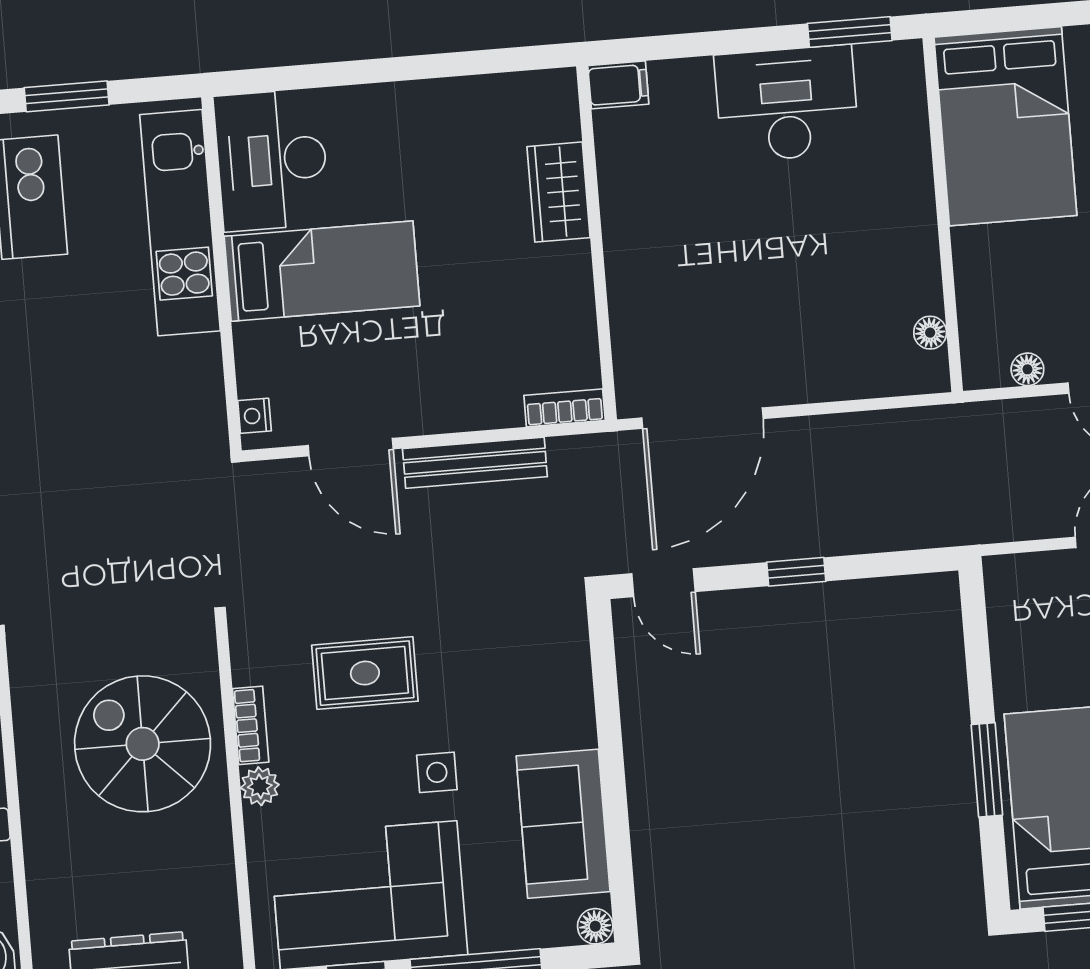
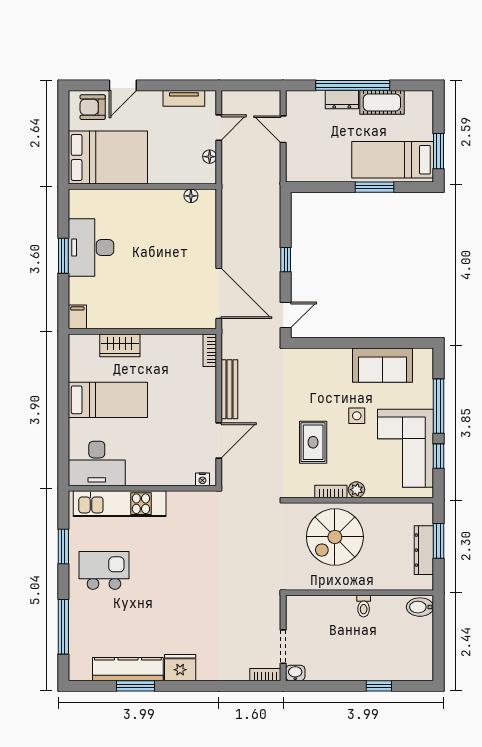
window: (850, 32) -> (63, 256), moved
bed: (322, 271) -> (108, 400), moved, turned 90
floor lamp: (595, 926) -> (426, 355), removed

